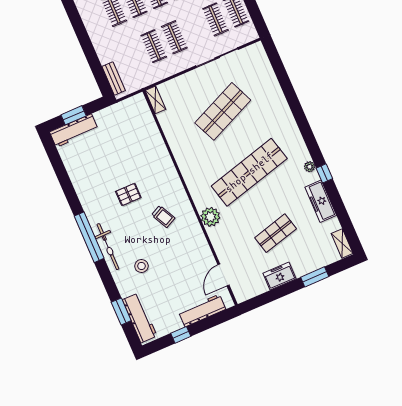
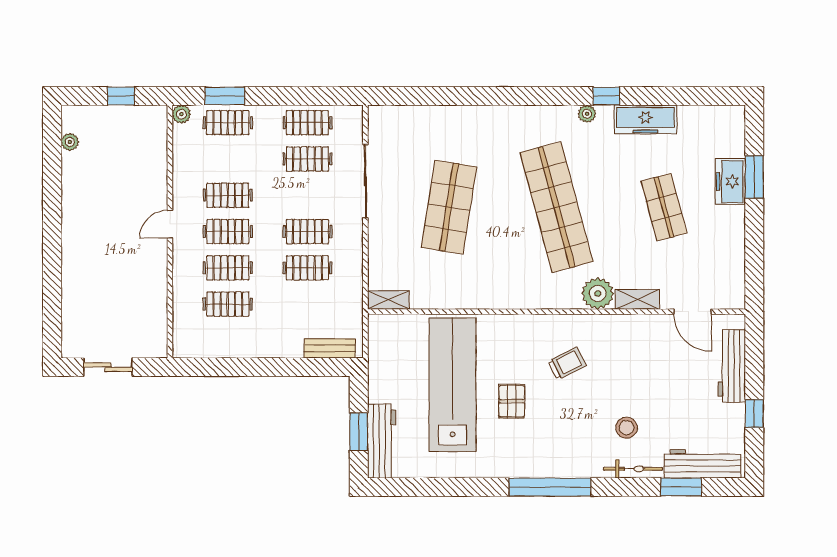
shop shelf: (223, 111) -> (449, 207), turned 33
lab bench: (123, 157) -> (453, 385), added
shelving: (342, 243) -> (637, 299), moved
bicycle: (108, 247) -> (633, 469), moved, width x0.73, depth x0.71
freezer: (279, 276) -> (730, 182), moved

